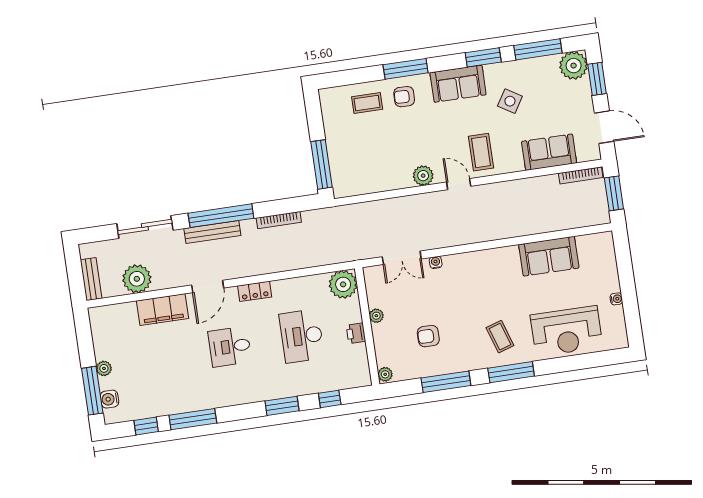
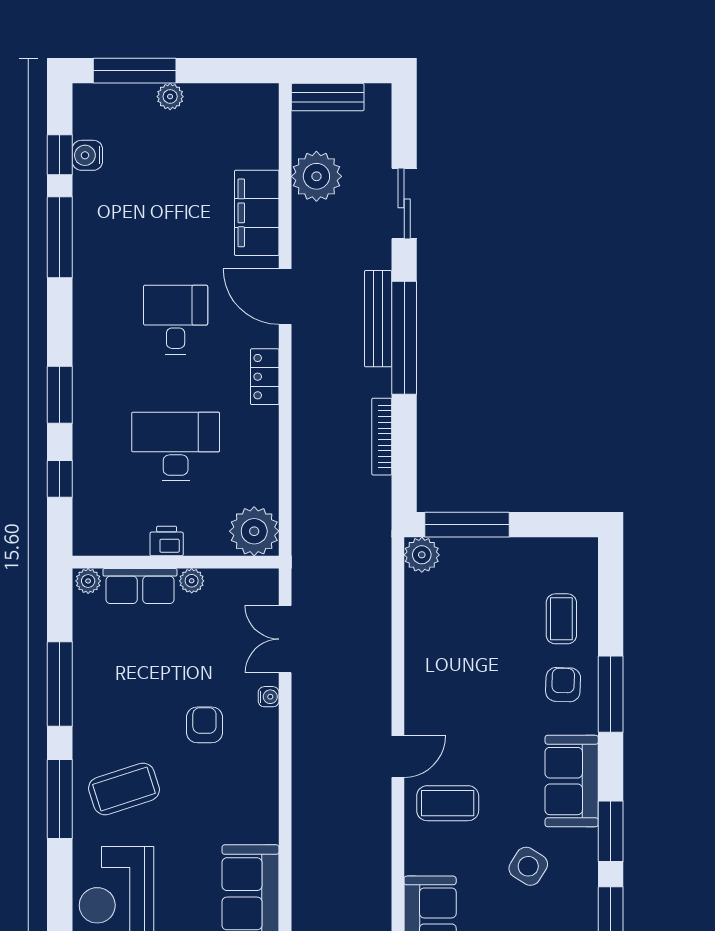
plant: (423, 176) -> (422, 555), moved
sliding door: (145, 227) -> (404, 203), width x0.73
armchair: (428, 336) -> (204, 725), moved
coffee table: (500, 337) -> (124, 789), width x1.36, depth x1.30
row of seats: (384, 345) -> (140, 586), added
water cooler: (109, 399) -> (87, 155), moved, turned -90

